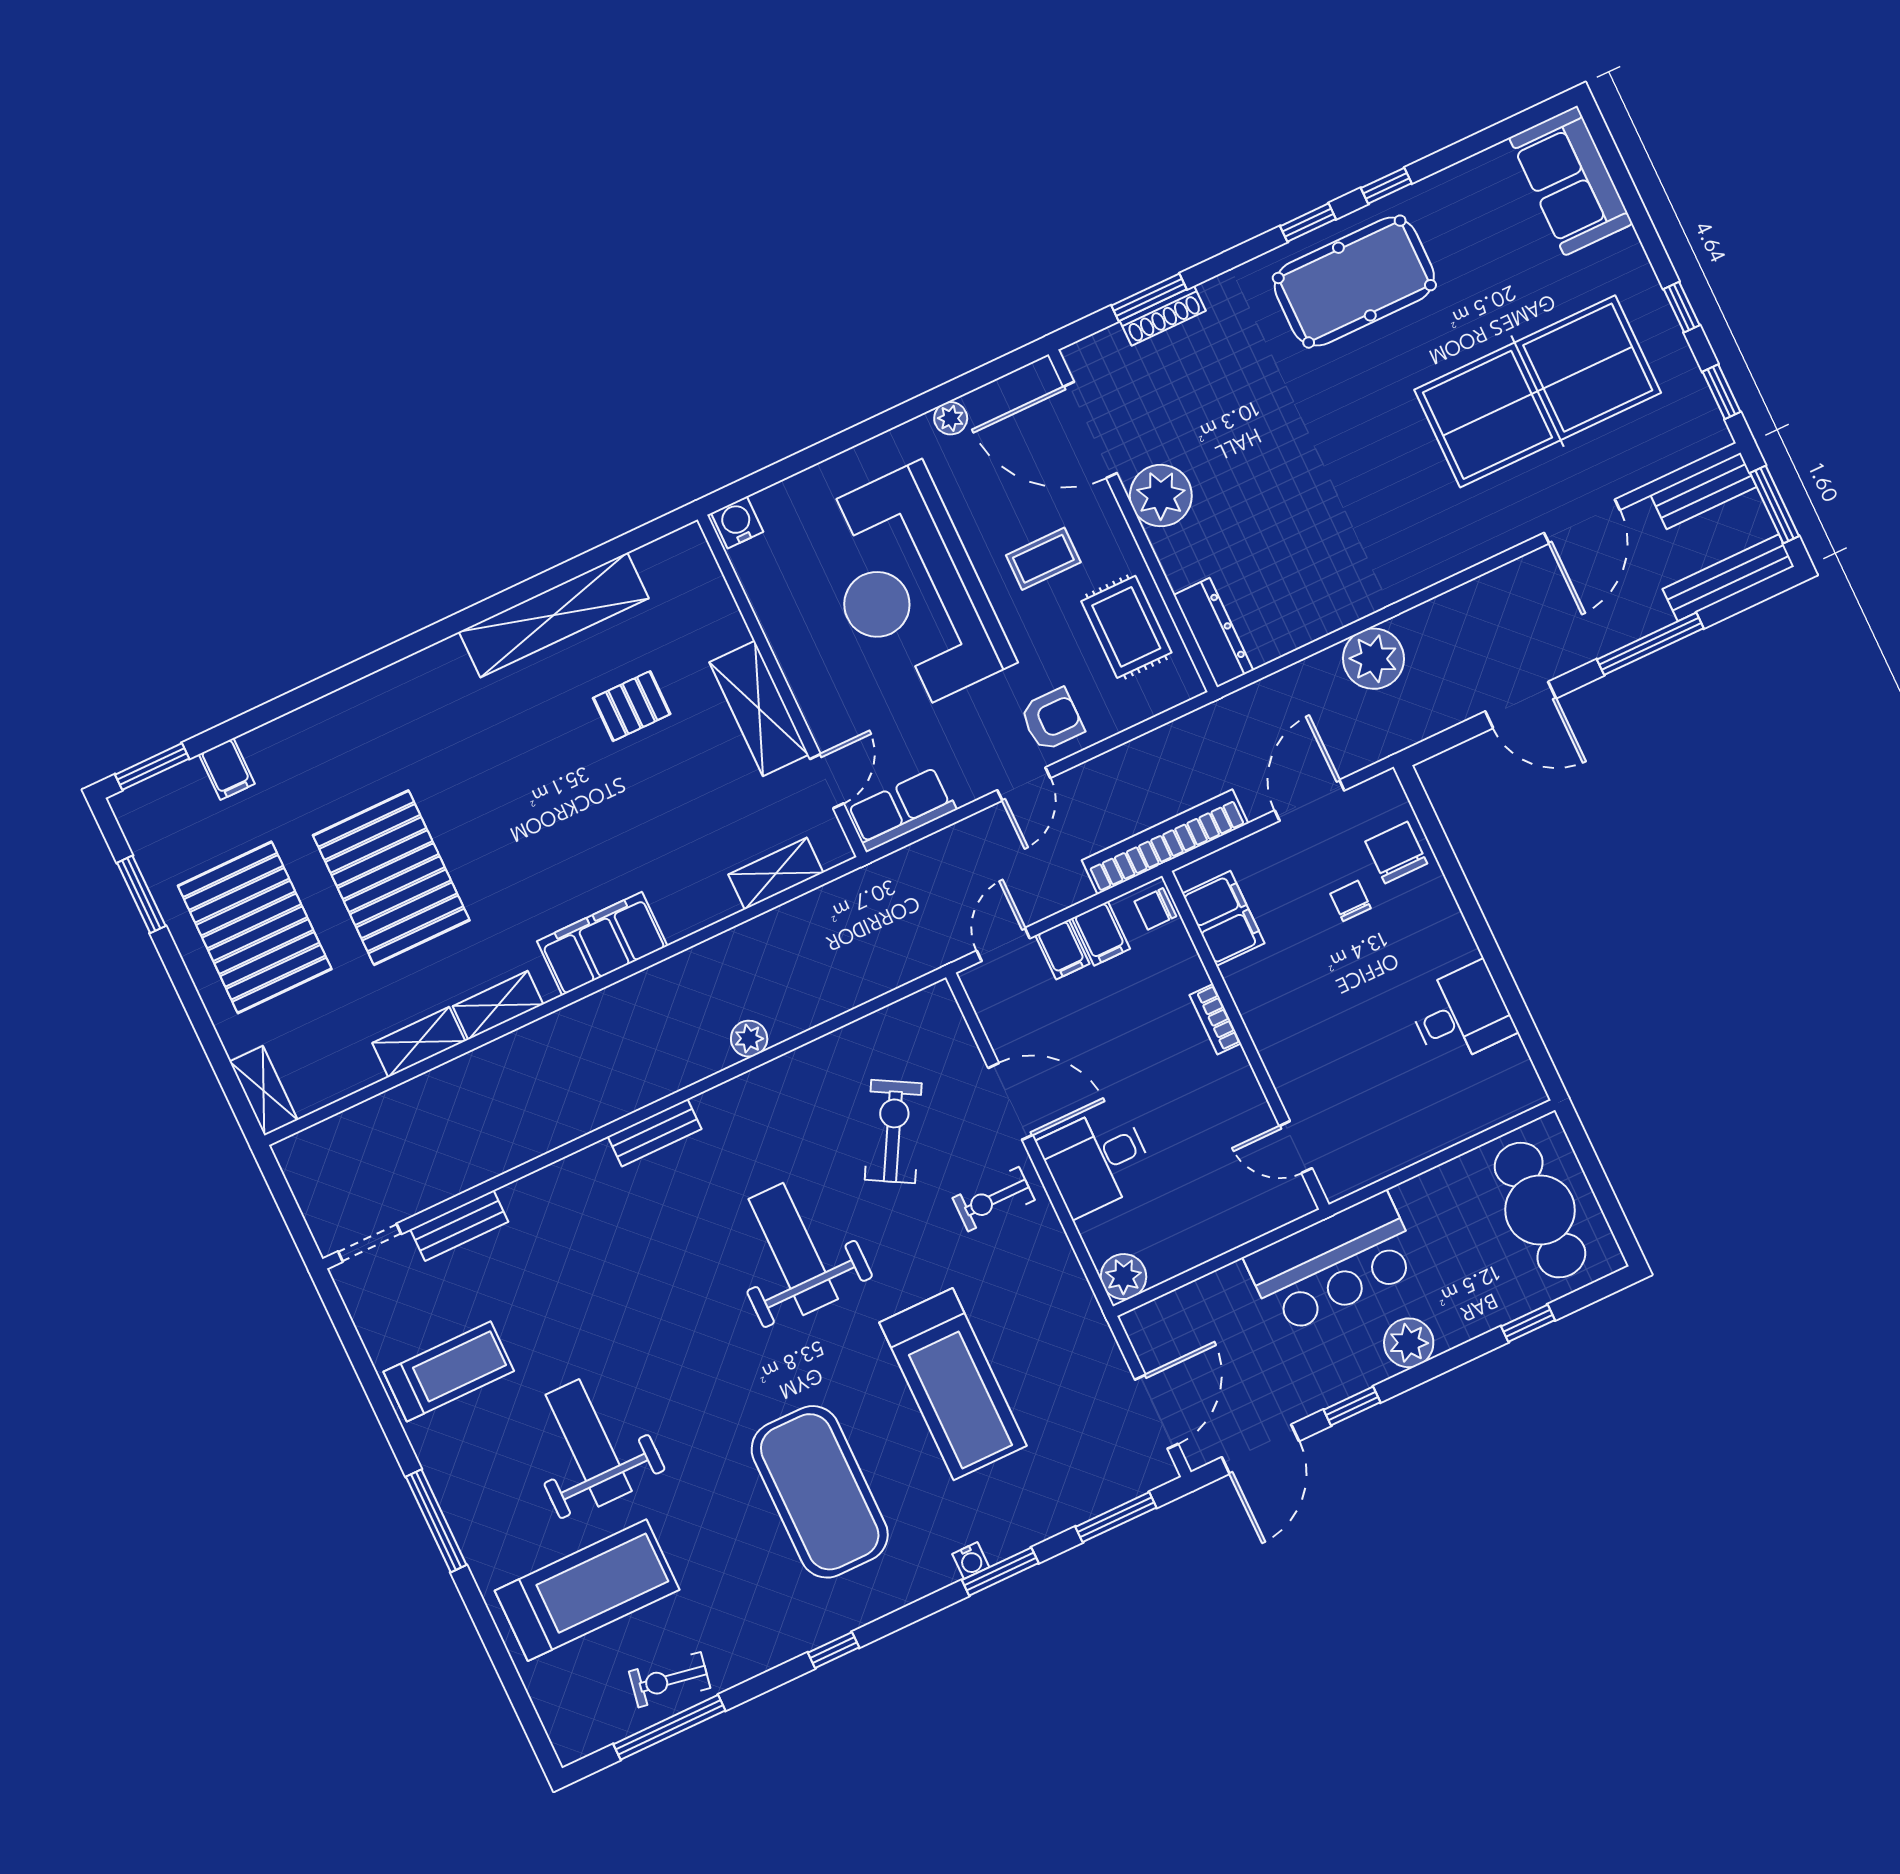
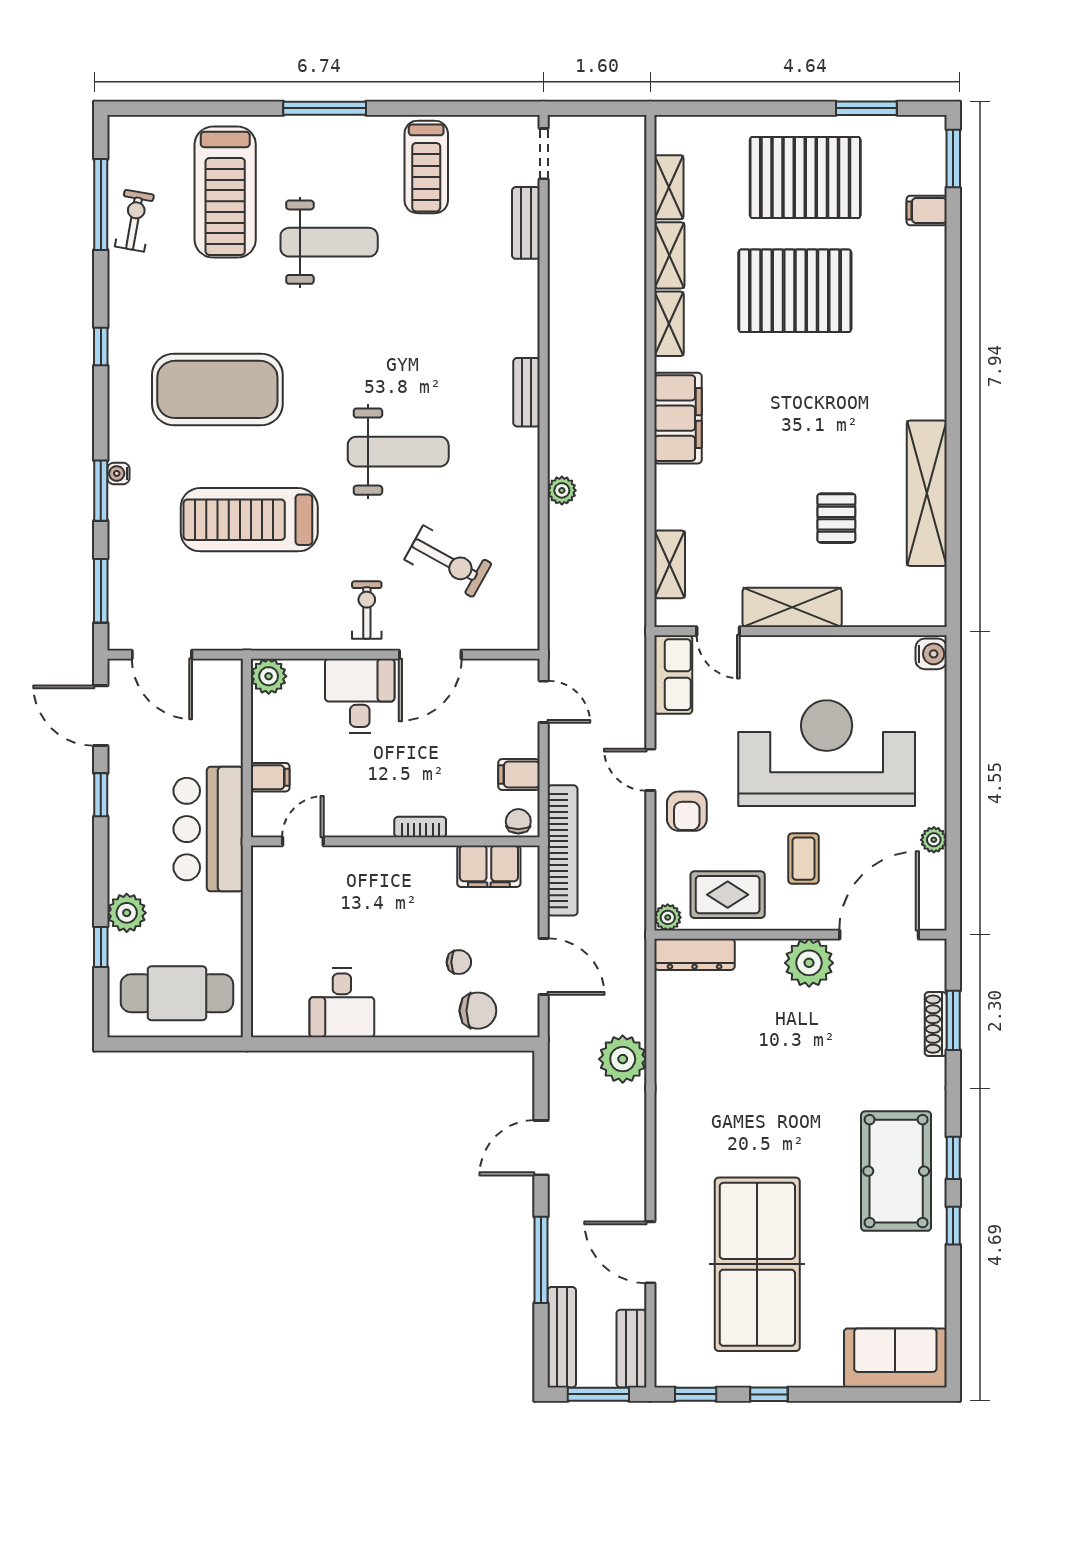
plant: (1185, 684) -> (668, 917), added
filing cabinet: (1062, 950) -> (270, 777), moved, turned 180
shelving: (264, 1091) -> (669, 187), moved, turned 90
plant: (1409, 1343) -> (127, 913), moved

